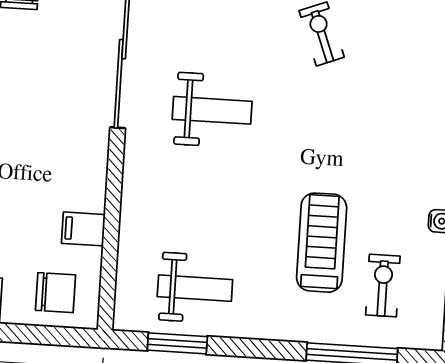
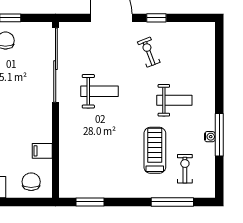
weight bench: (195, 288) -> (174, 100), moved
chair: (56, 293) -> (31, 182), turned -90

